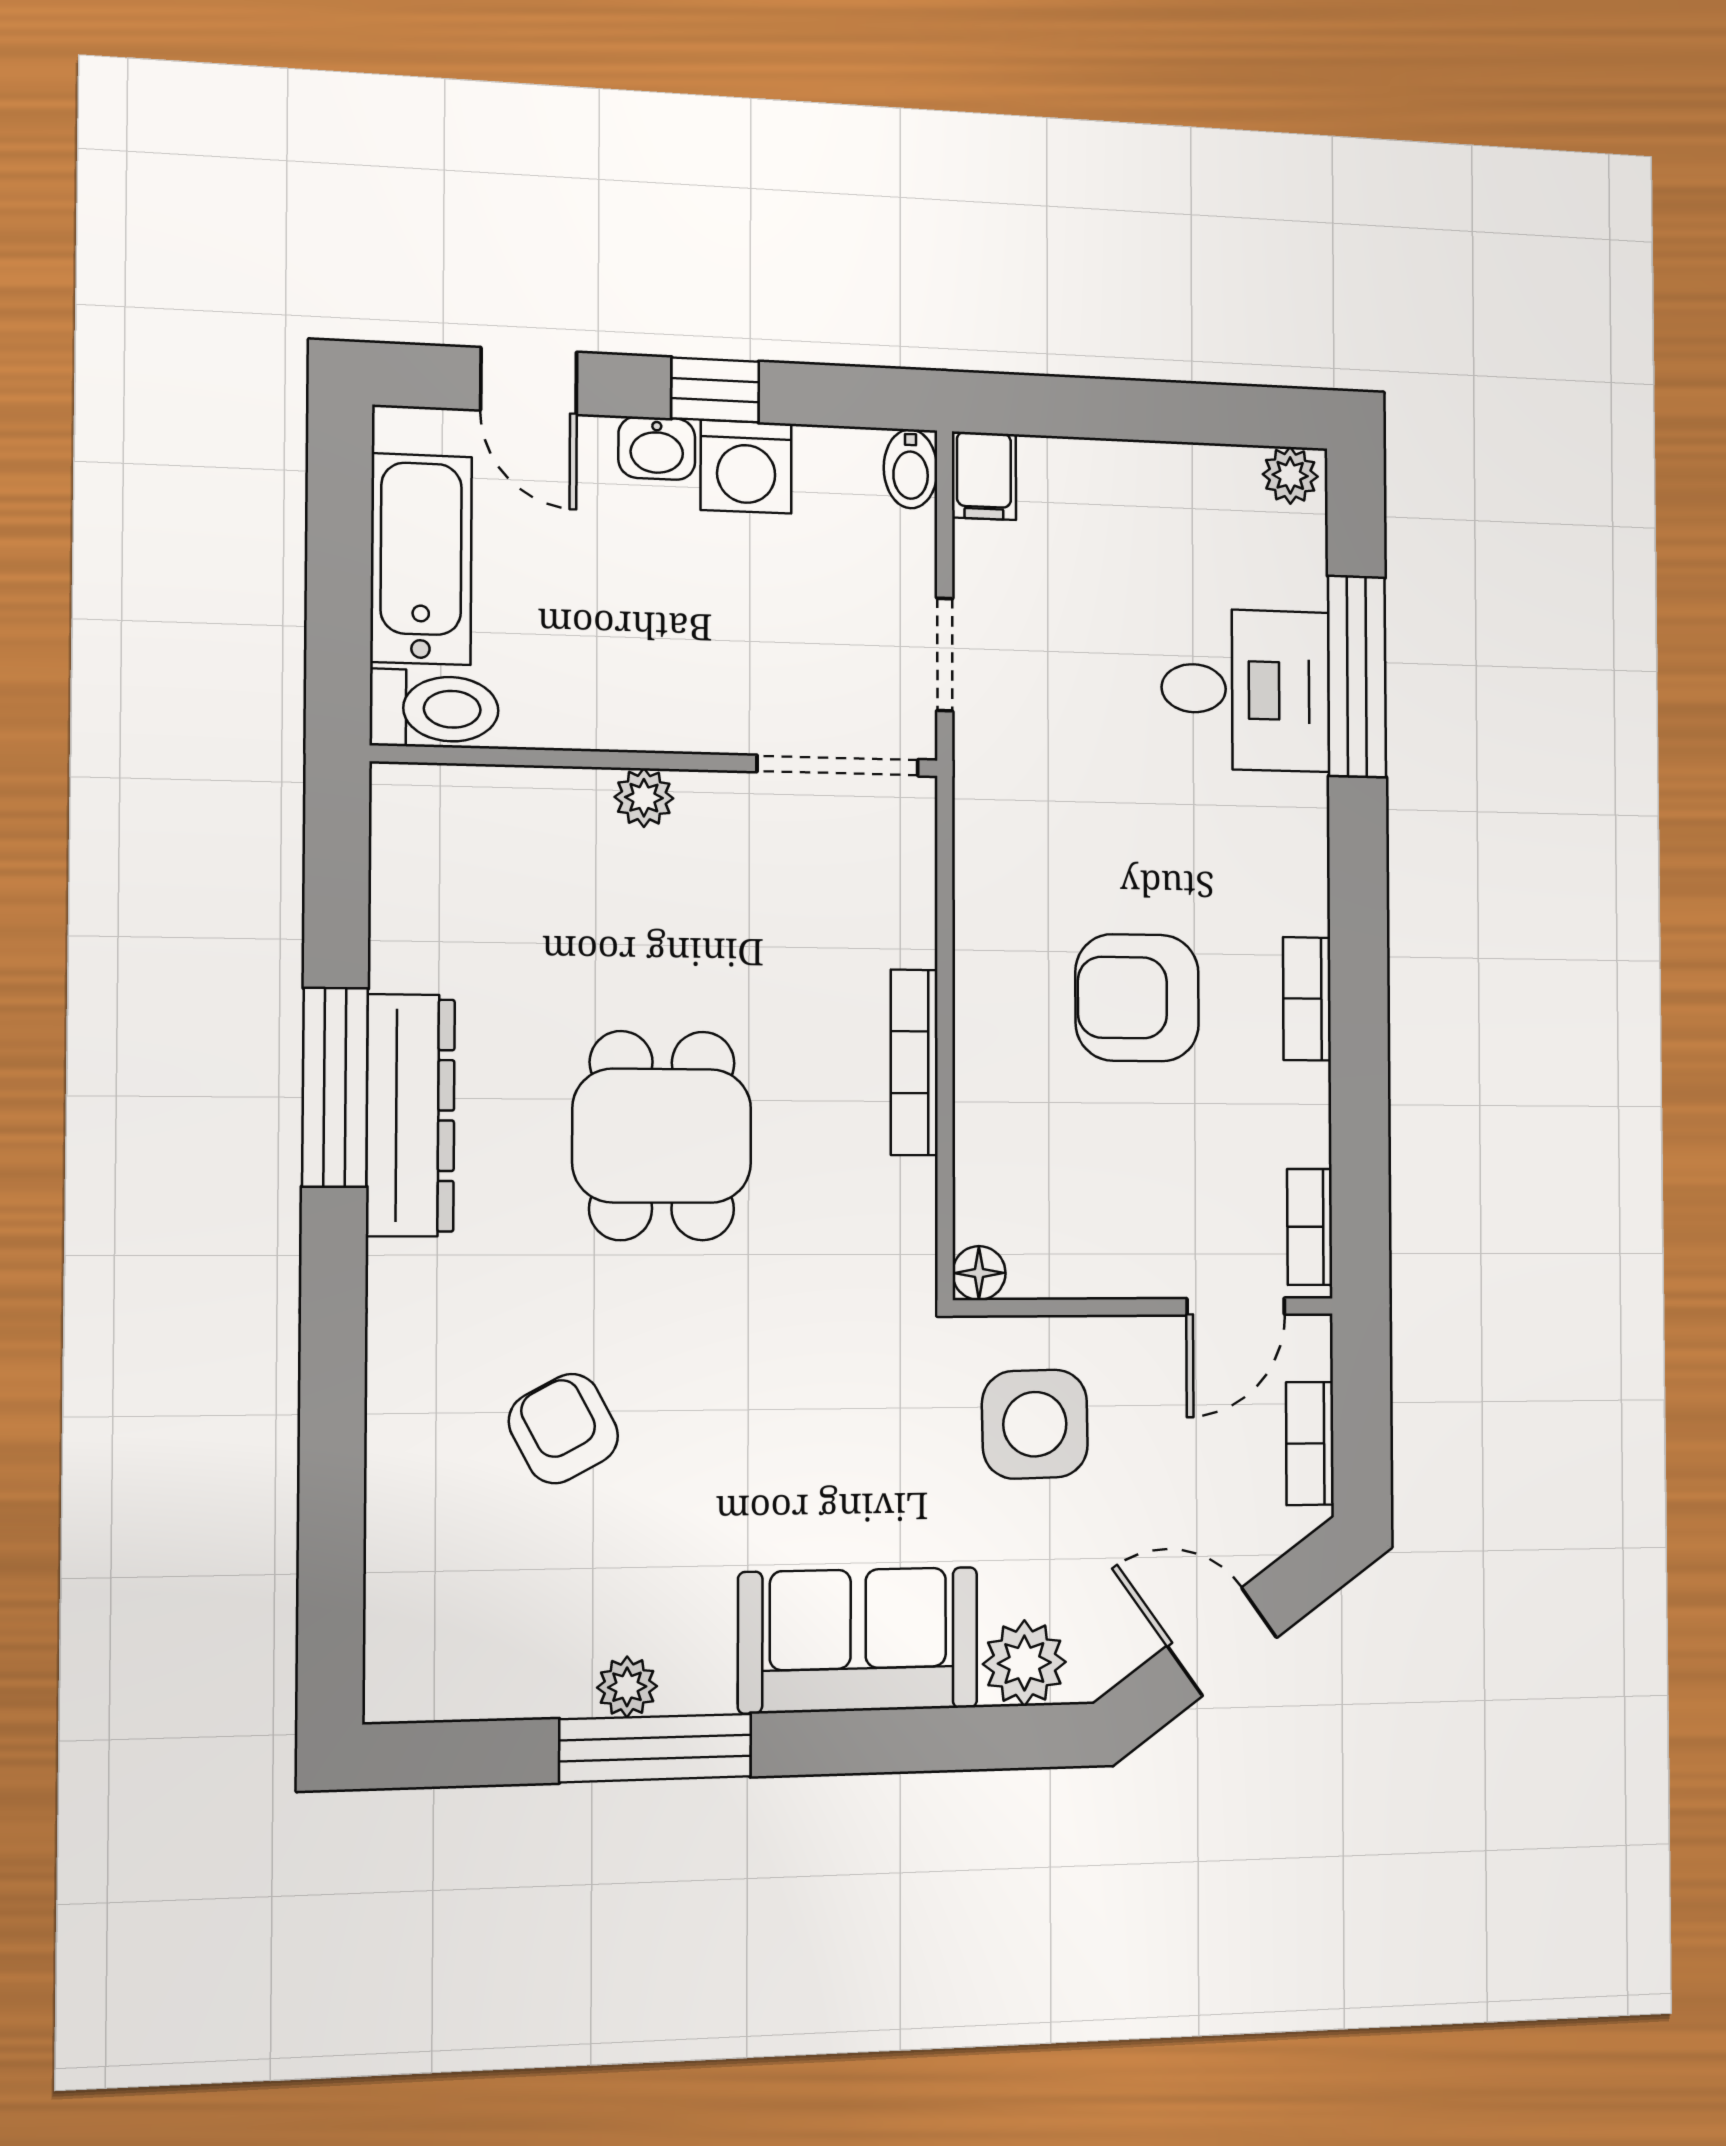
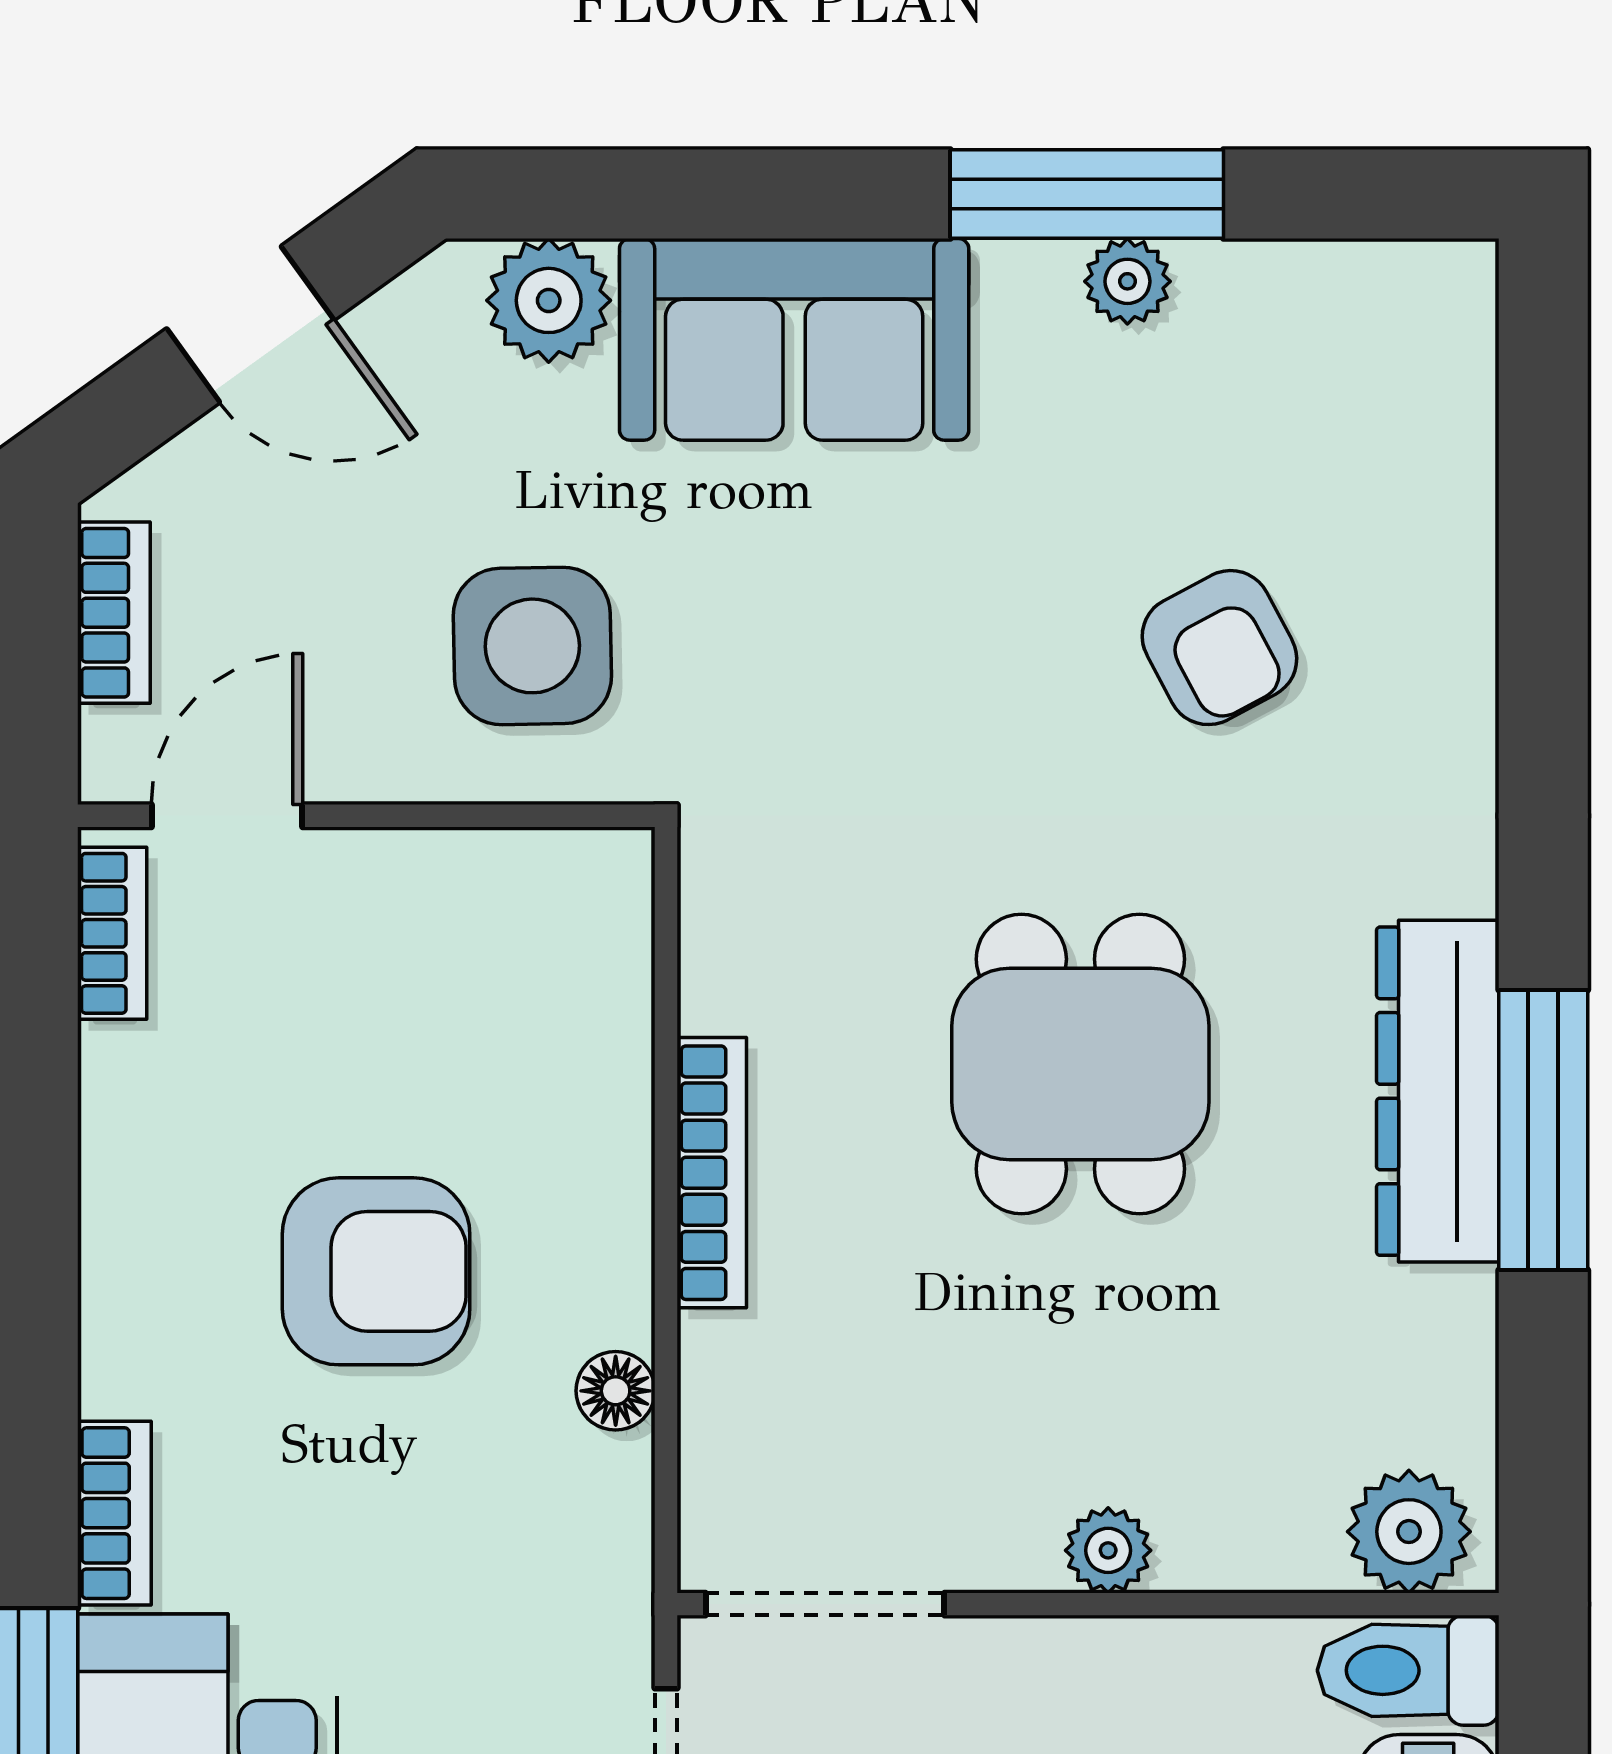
plant: (433, 806) -> (1409, 1532), added
bookcase: (1307, 999) -> (114, 1513), moved
floor lamp: (979, 1273) -> (616, 1391), moved

